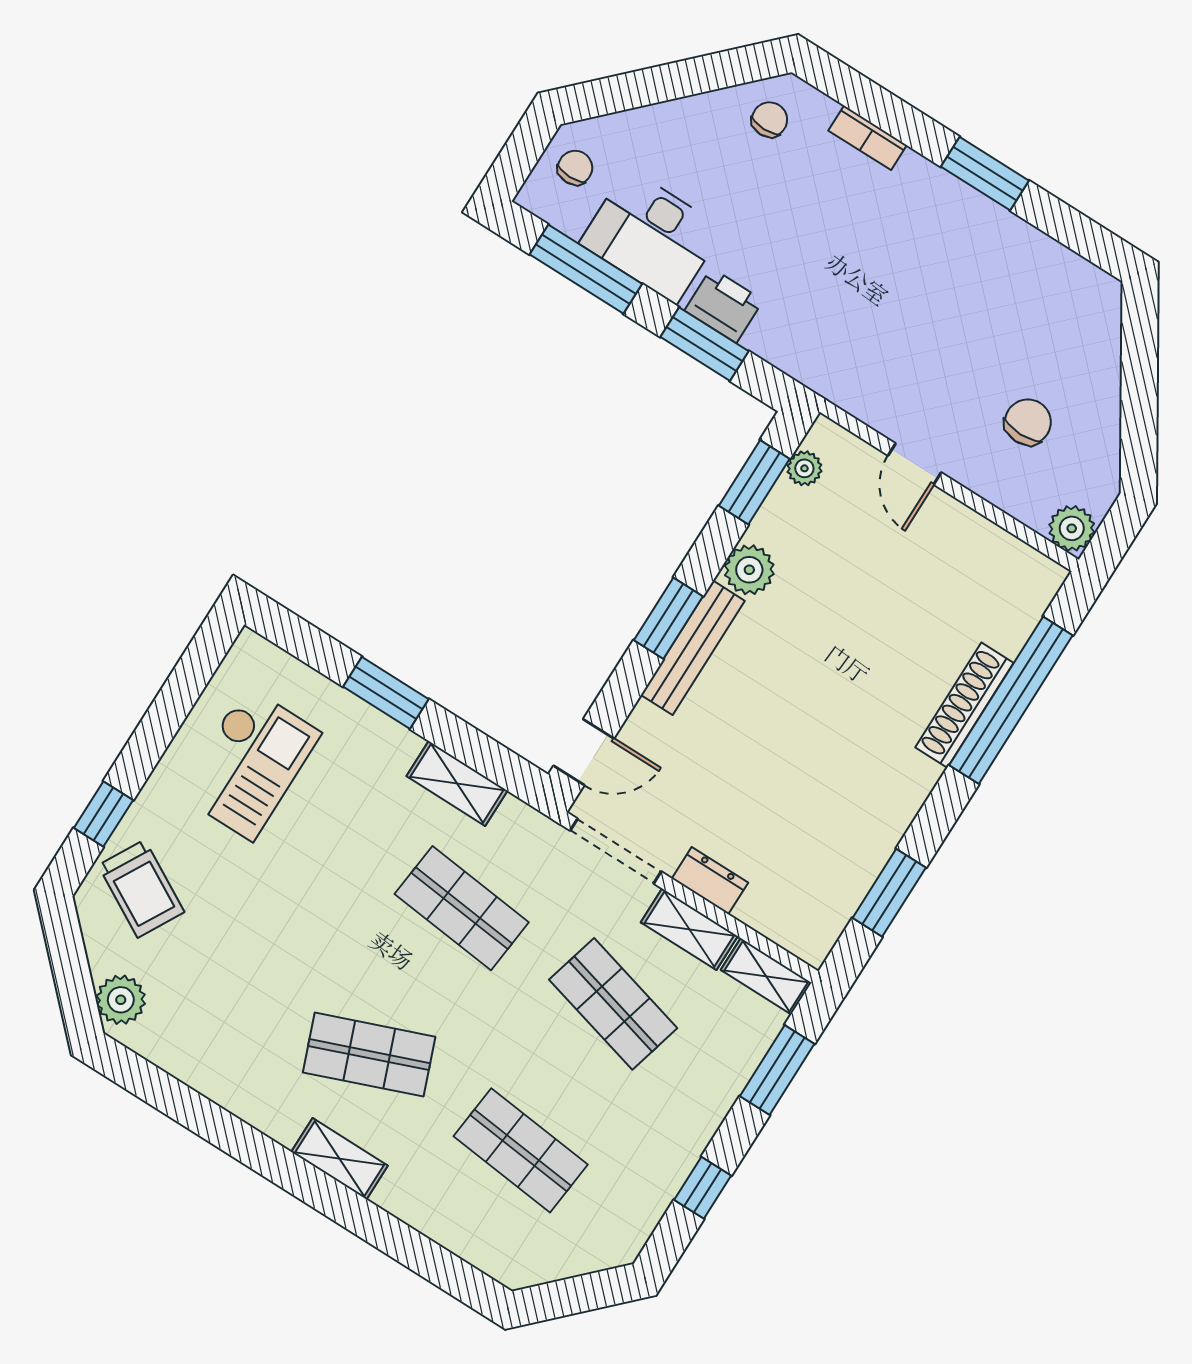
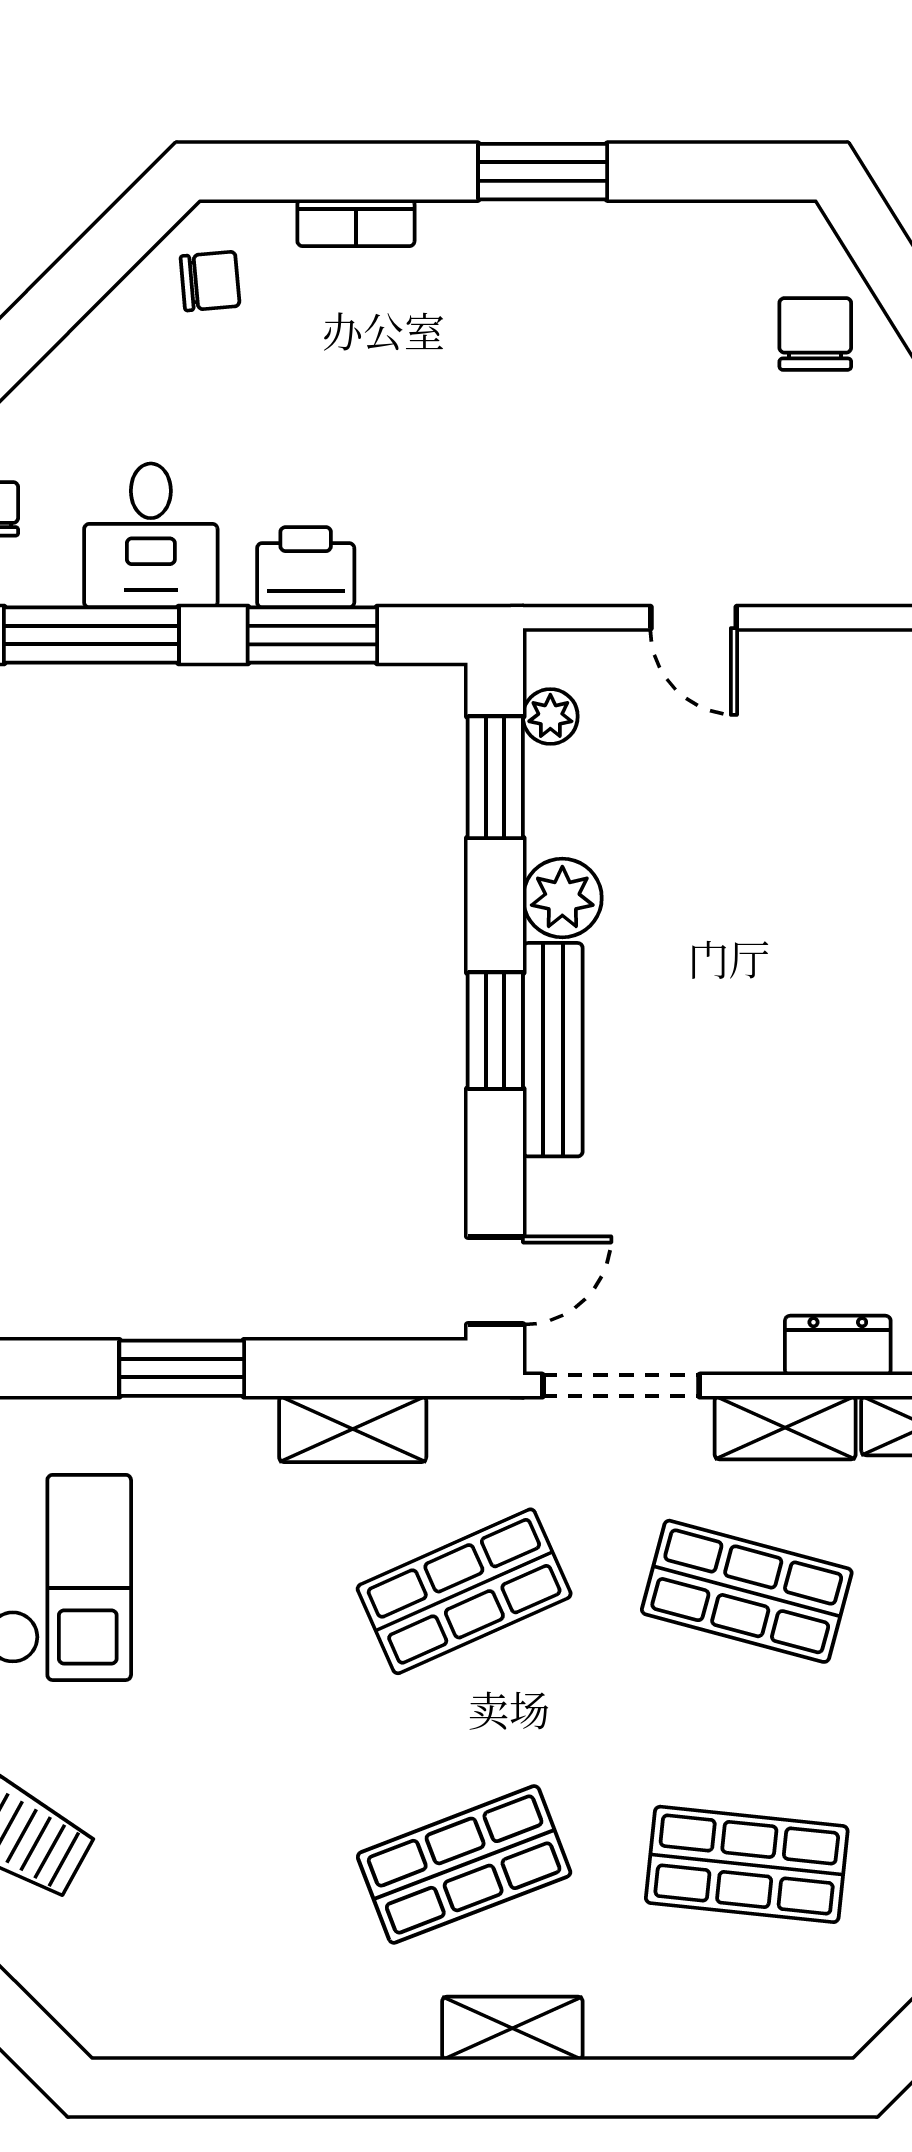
chair: (770, 120) -> (210, 281), turned 85
desk: (652, 236) -> (151, 535), width x0.73
chair: (1028, 422) -> (815, 334), moved
dresser: (710, 881) -> (838, 1345), moved
shop shelf: (462, 908) -> (464, 1591), turned -30
plant: (121, 1000) -> (87, 2001), removed

